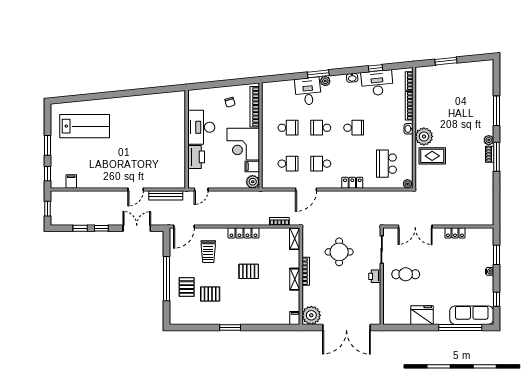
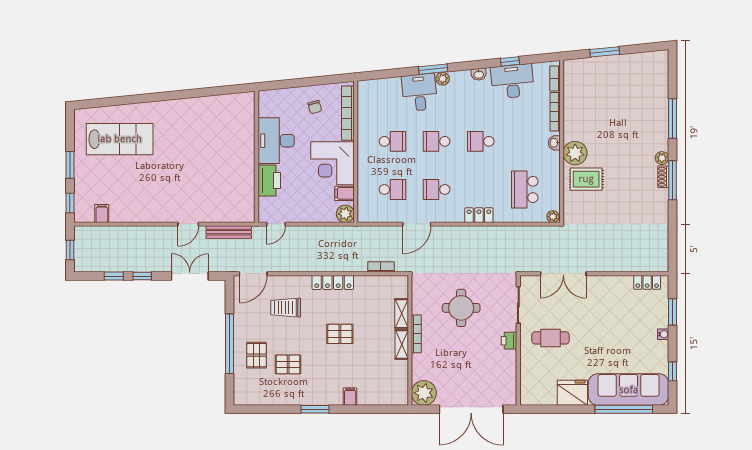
school desk: (354, 128) -> (481, 141), turned 180
locker: (455, 233) -> (647, 282), moved
shelving: (295, 239) -> (402, 314), moved
trolley: (208, 252) -> (286, 308), turned 90
sofa: (472, 315) -> (629, 390), width x1.36, depth x1.27
filing cabinet: (295, 318) -> (350, 397), moved

